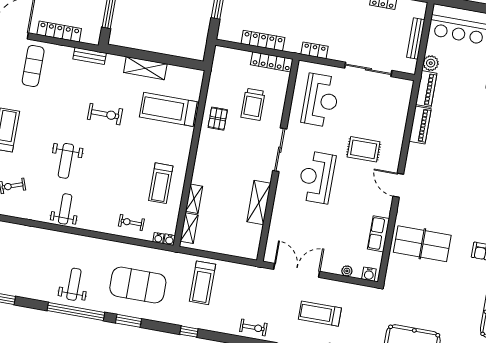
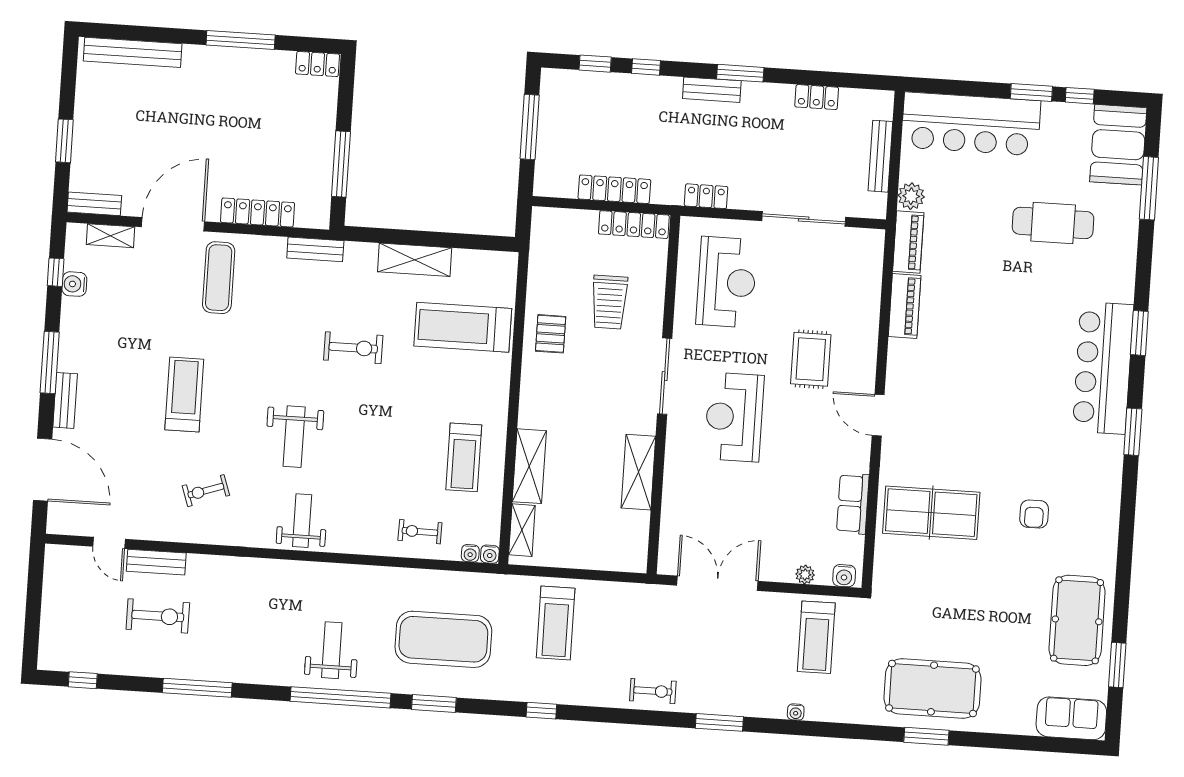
rug: (364, 149) -> (811, 359), turned 90
shelving: (194, 199) -> (529, 466), width x1.50, depth x1.33
treadmill: (320, 314) -> (816, 637), moved, turned -90

